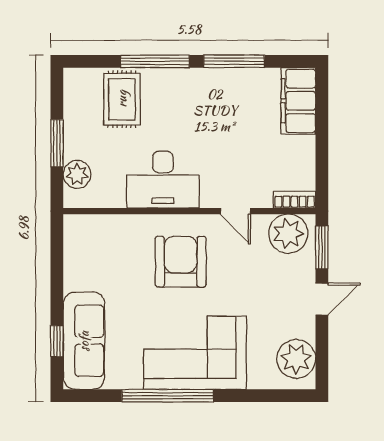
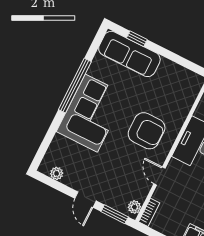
door: (235, 211) -> (160, 176), hinge flipped
plant: (288, 234) -> (134, 207), width x0.53, depth x0.53
plant: (296, 359) -> (57, 173), width x0.53, depth x0.53

